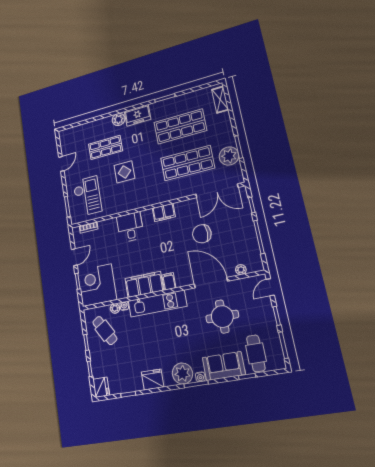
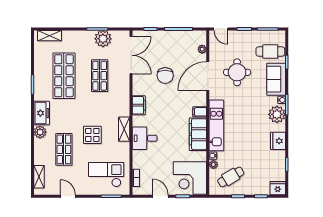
shelving: (76, 131) -> (39, 177), added
shop shelf: (187, 163) -> (100, 76), width x0.70, depth x0.74
shelving: (136, 203) -> (124, 129), added

